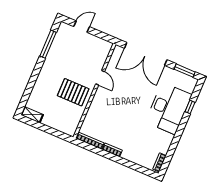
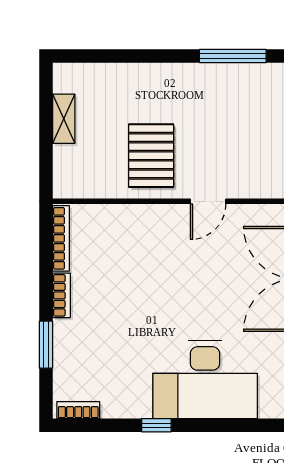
window: (190, 107) -> (156, 425), moved
shelving: (32, 115) -> (64, 119), moved
window: (129, 164) -> (46, 345), added

